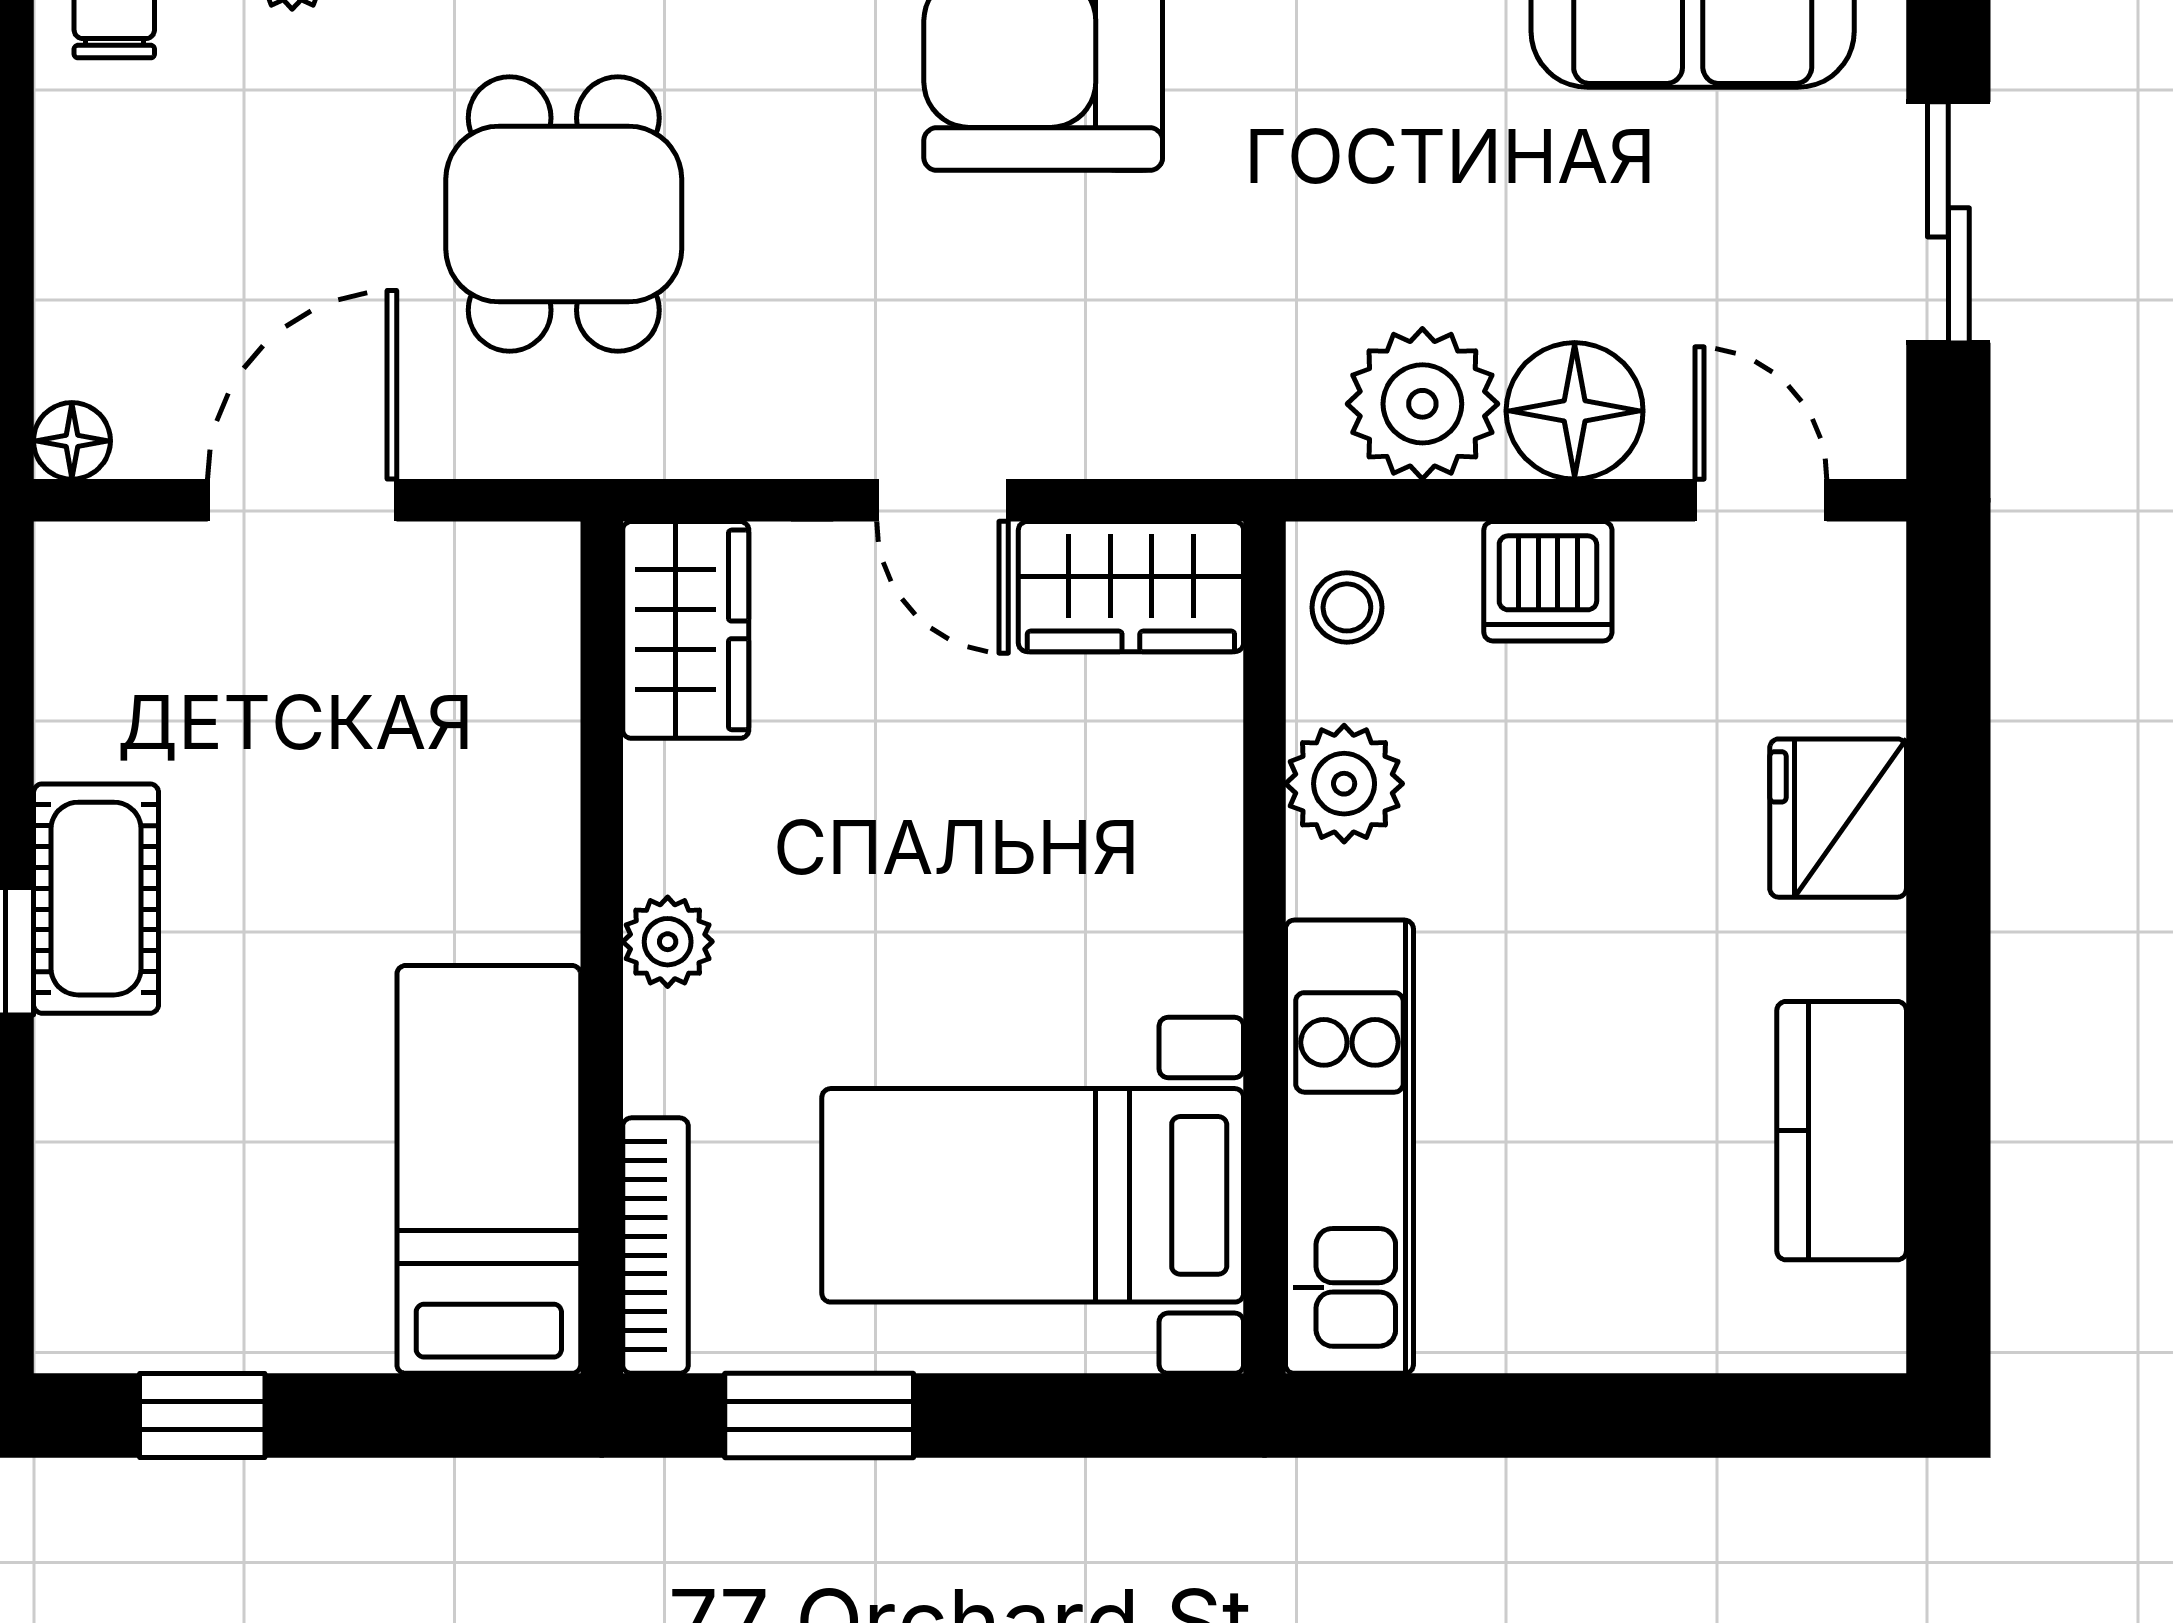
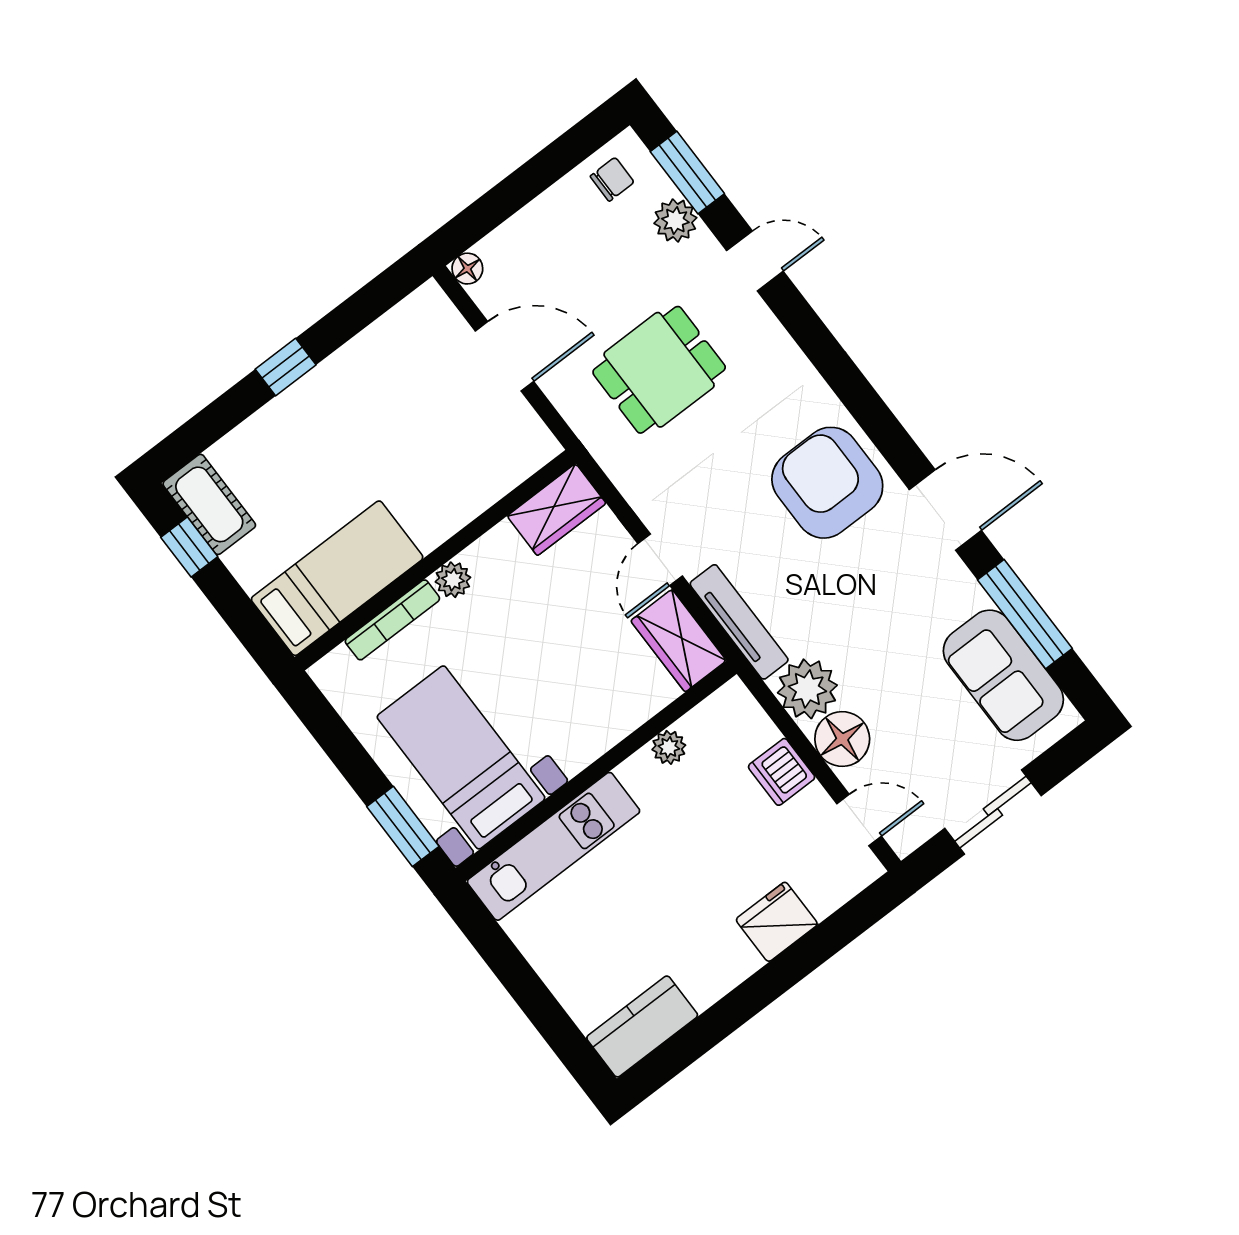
tv unit: (1186, 438) -> (739, 622), added
door: (1761, 500) -> (859, 820), hinge flipped
stool: (1347, 607) -> (724, 714), removed
plant: (1344, 784) -> (669, 747), width x0.73, depth x0.73
cot: (96, 899) -> (209, 504), moved, turned 90
kitchen counter: (1842, 1131) -> (642, 1026), moved
bookcase: (655, 1246) -> (392, 620), moved
window: (819, 1416) -> (403, 826), moved

